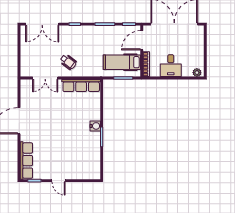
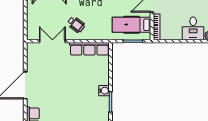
desk: (171, 66) -> (193, 28), moved
double door: (45, 78) -> (52, 41), swing flipped

